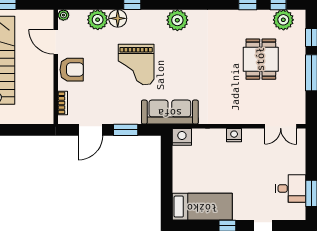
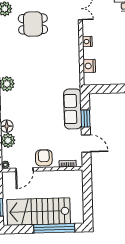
grand piano: (136, 64) -> (39, 112), removed
sofa: (170, 112) -> (73, 109), moved
nightstand: (182, 137) -> (89, 66), moved

